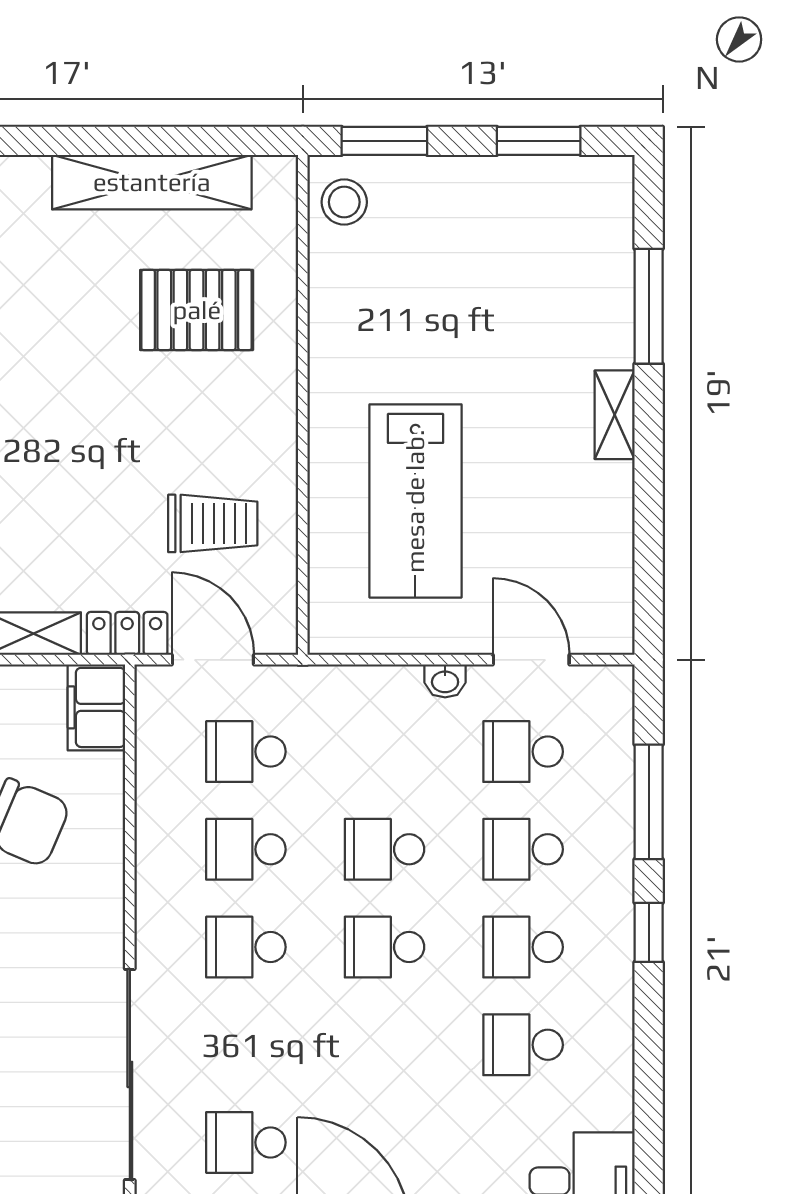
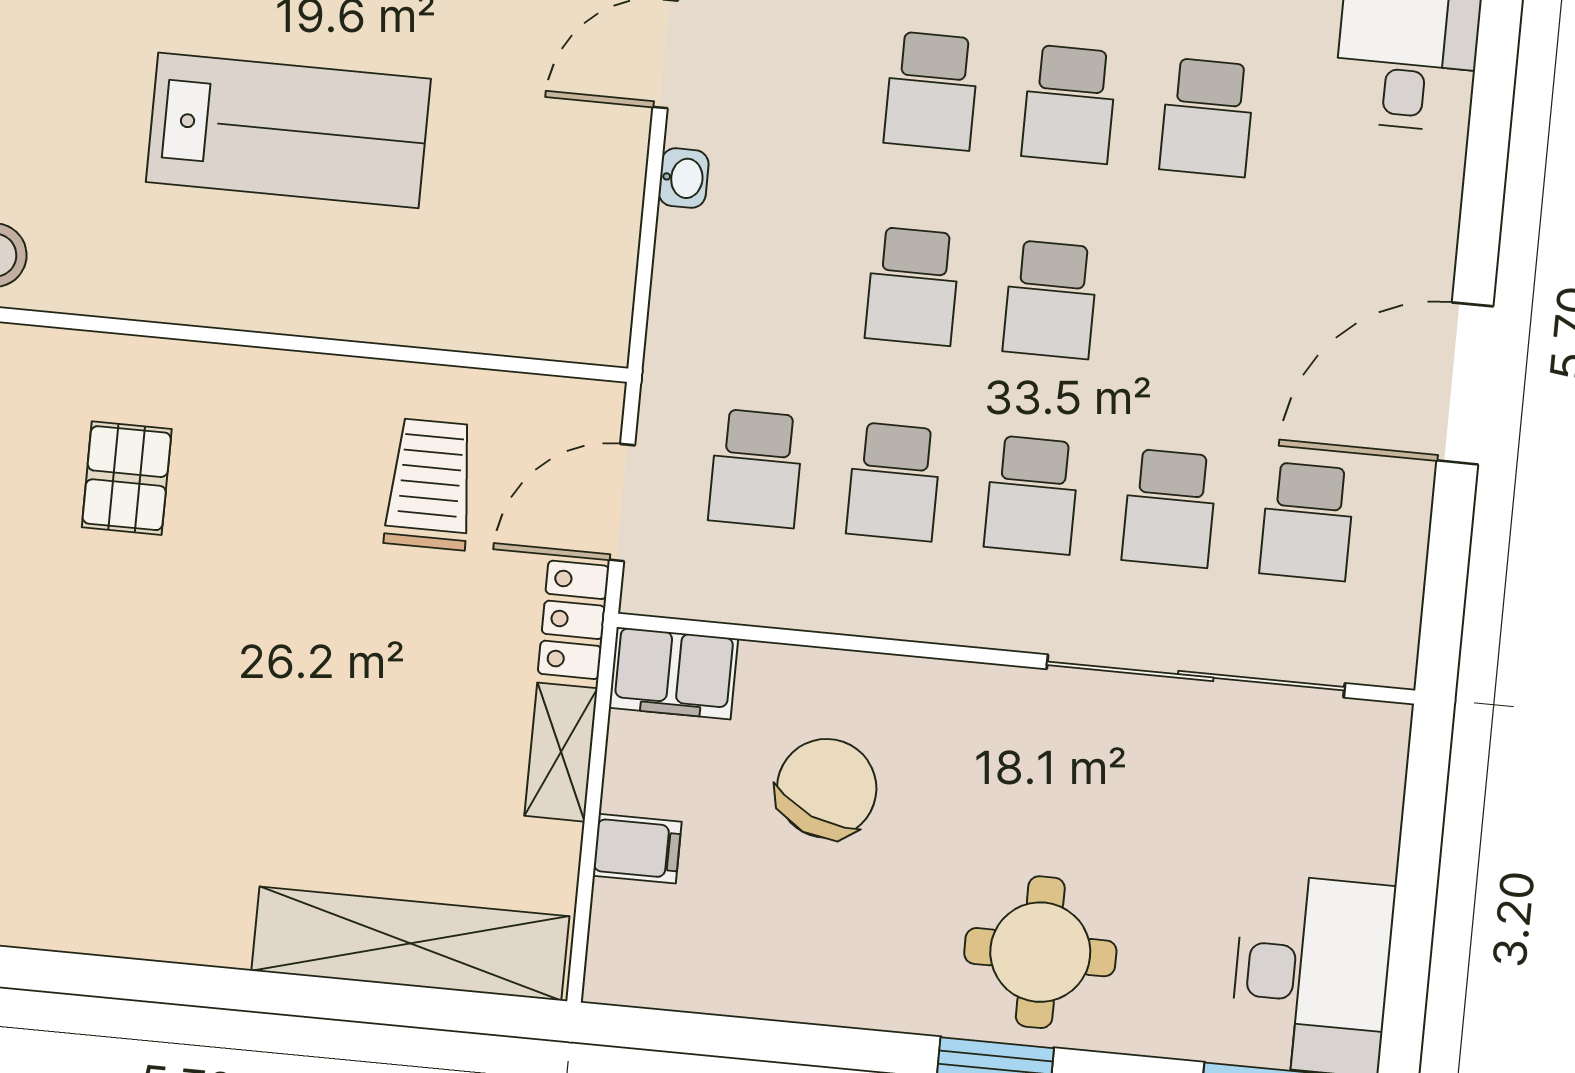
pallet: (197, 310) -> (127, 478), width x0.67, depth x0.71
lab bench: (415, 501) -> (288, 130), moved
school desk: (523, 752) -> (1170, 508), moved

